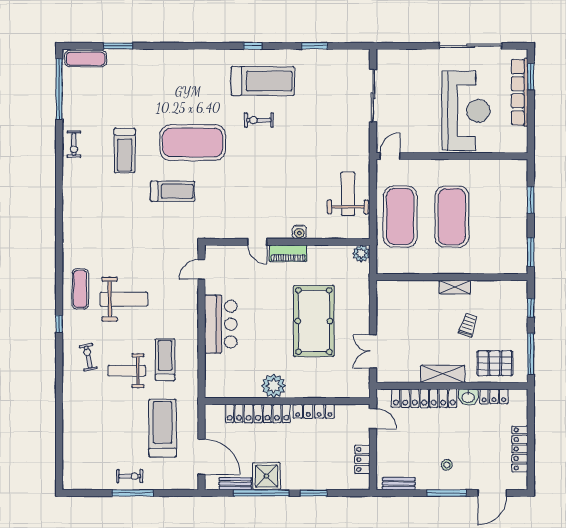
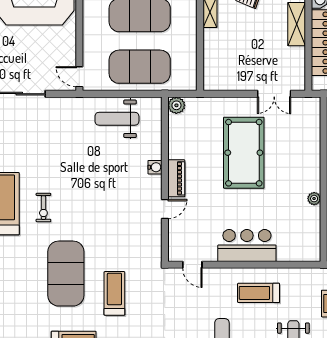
pool table: (314, 321) -> (244, 153), turned 90
treadmill: (165, 360) -> (259, 293), moved
plant: (274, 386) -> (314, 199), width x0.53, depth x0.53

